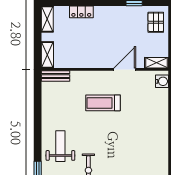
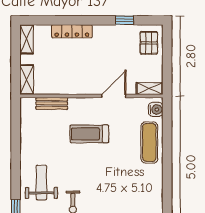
locker: (81, 12) -> (72, 31), width x1.53
bench: (55, 76) -> (52, 103), moved
exercise mat: (156, 111) -> (149, 143), added

